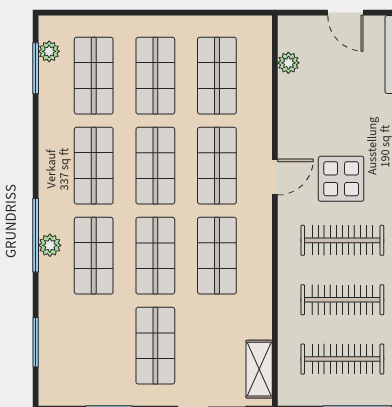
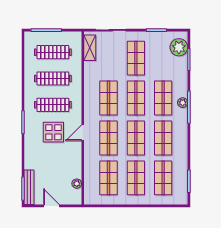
plant: (49, 51) -> (179, 47), moved, width x1.88, depth x1.88

